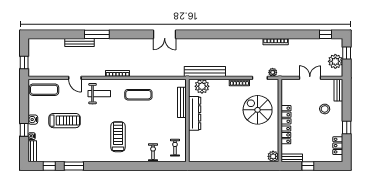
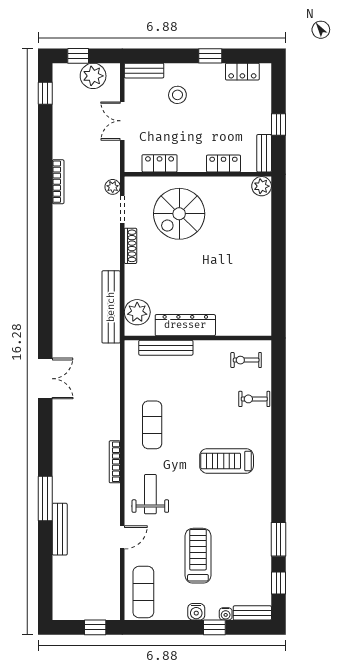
locker: (286, 115) -> (160, 163), moved

